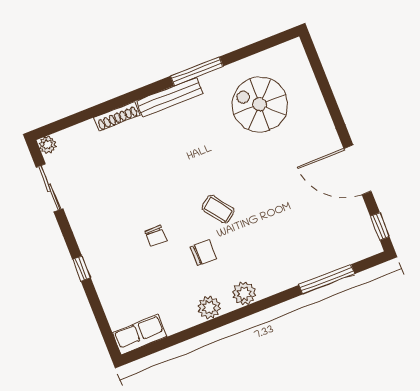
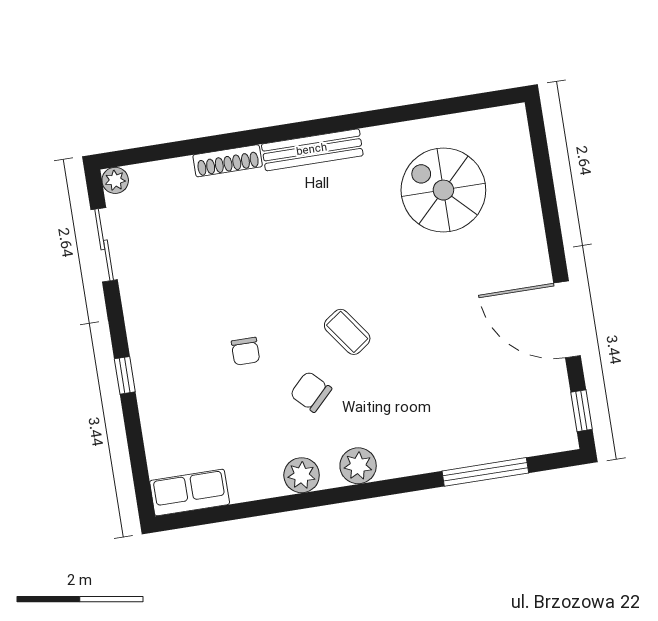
window: (197, 71) -> (361, 120), removed
chair: (203, 253) -> (311, 392), turned -135

